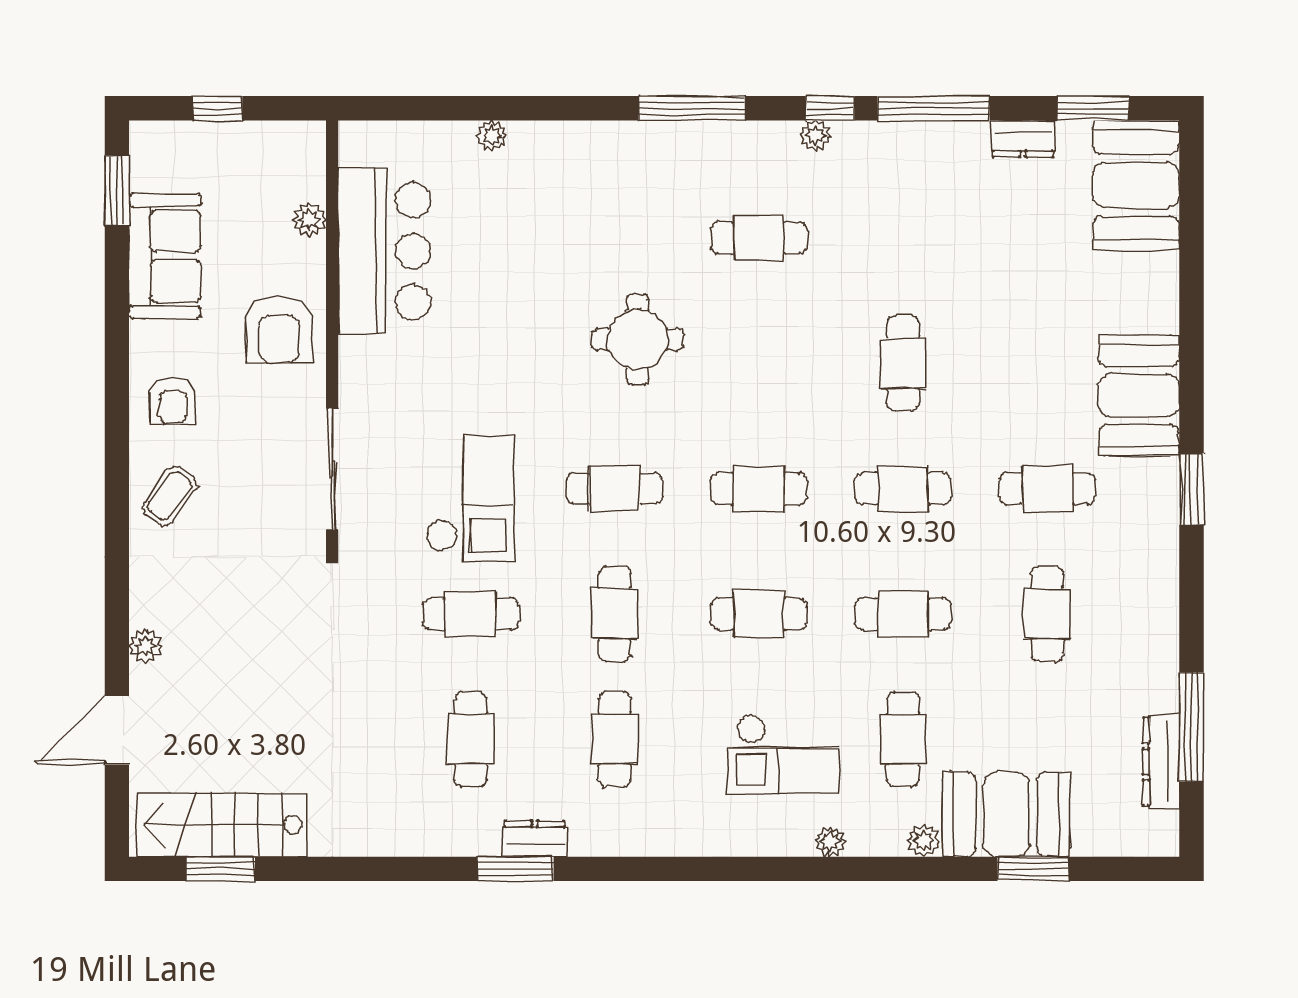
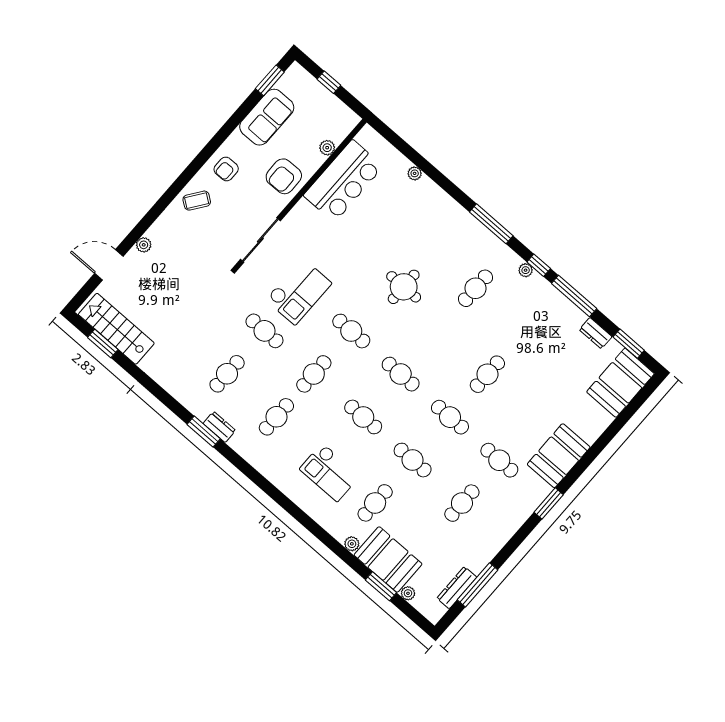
cafe table: (759, 238) -> (475, 288), turned 90
plant: (830, 841) -> (408, 593), moved

